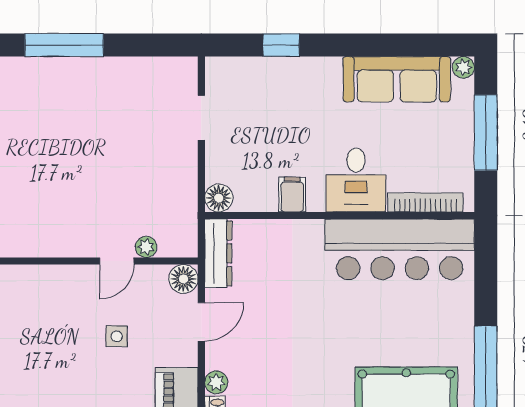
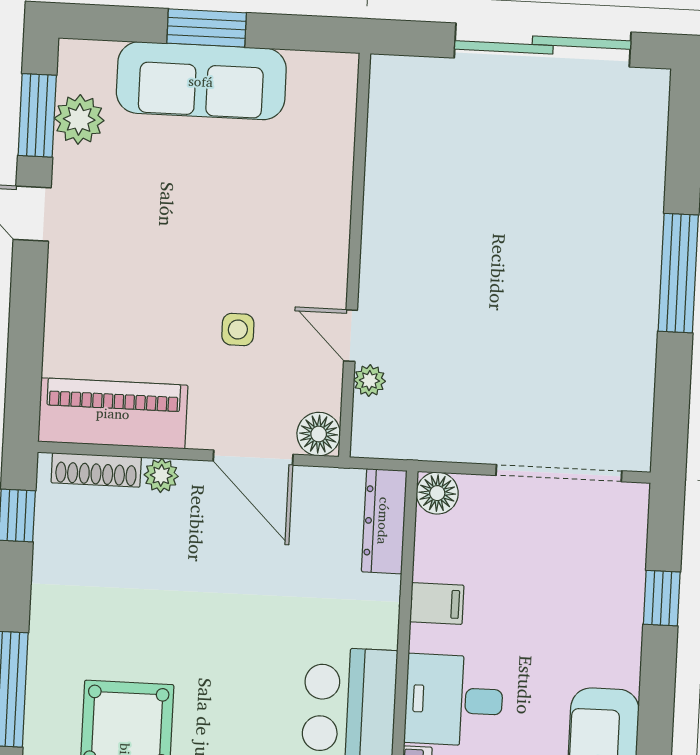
doorway: (201, 118) -> (559, 473), width x1.87
dresser: (218, 253) -> (384, 521), moved, turned 90
door: (201, 322) -> (253, 458), width x1.38

